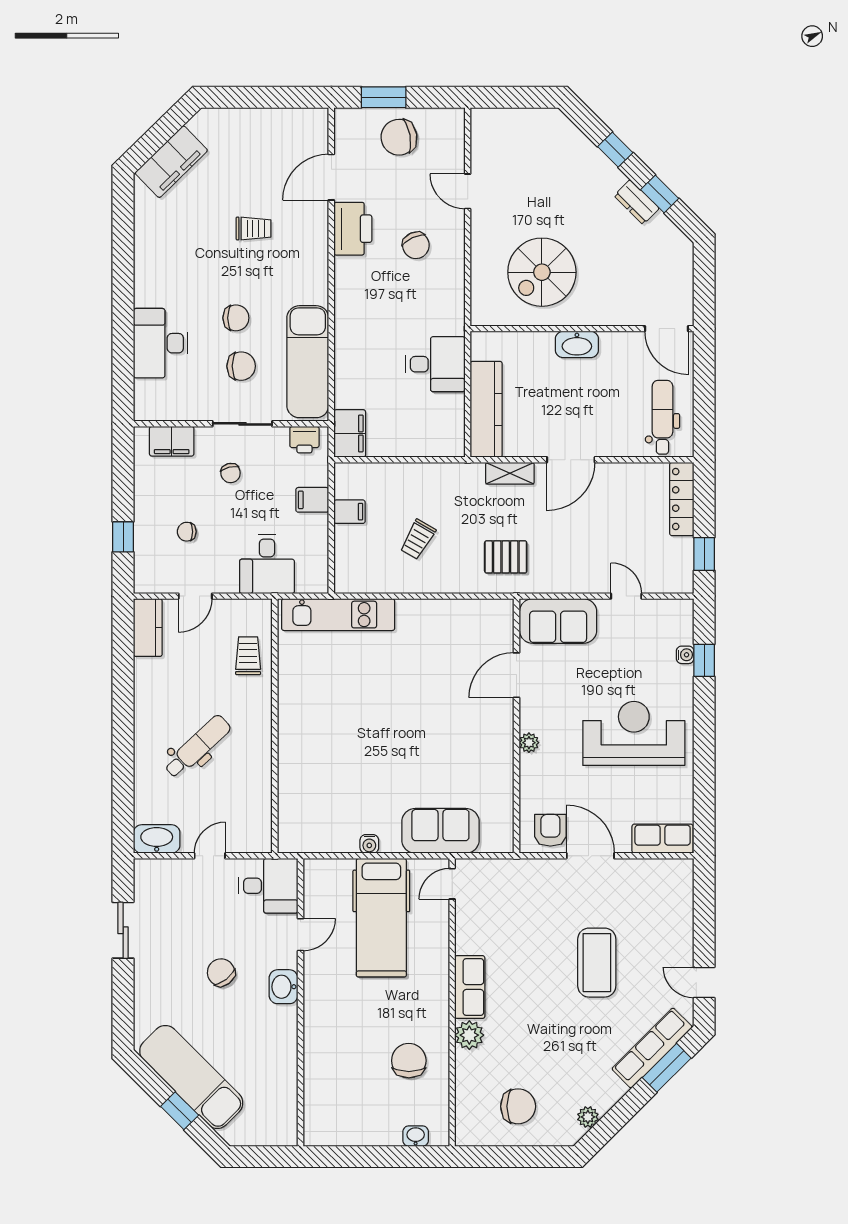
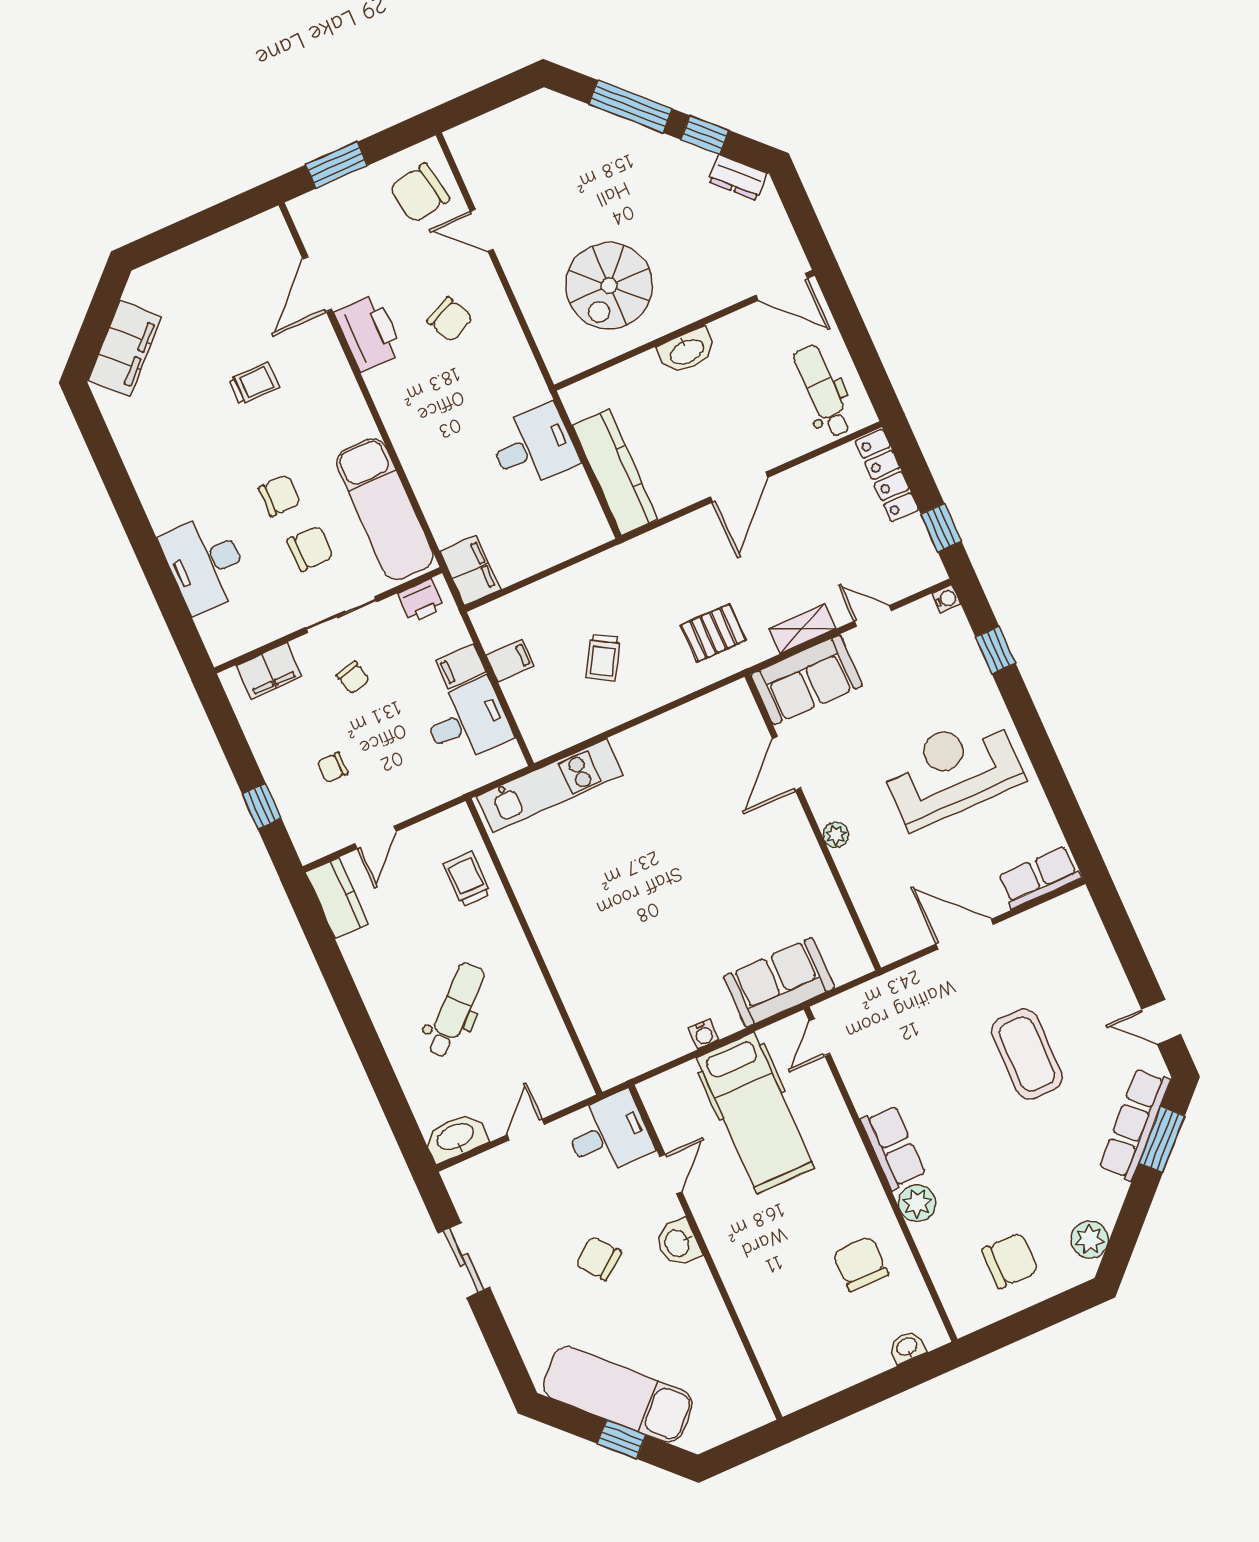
chair: (399, 137) -> (419, 193), moved
window: (615, 150) -> (631, 106), width x2.17
dresser: (637, 202) -> (738, 177), moved
shelving: (510, 473) -> (802, 629), moved
desk: (267, 564) -> (467, 721), moved, turned -90
water cooler: (685, 655) -> (946, 599), moved
armchair: (550, 830) -> (905, 925), removed
plant: (588, 1117) -> (1090, 1240), width x1.38, depth x1.38

